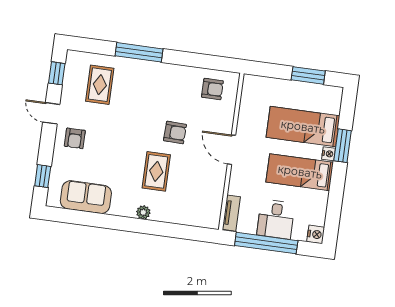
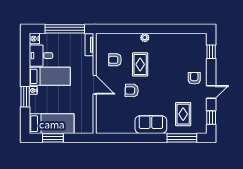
window: (139, 52) -> (182, 138), moved
armchair: (212, 89) -> (115, 60), moved
door: (51, 113) -> (211, 92), hinge flipped
bed: (303, 127) -> (52, 124), moved
sofa: (86, 197) -> (151, 125), moved, turned 180
desk: (276, 219) -> (41, 56), moved, turned -90

